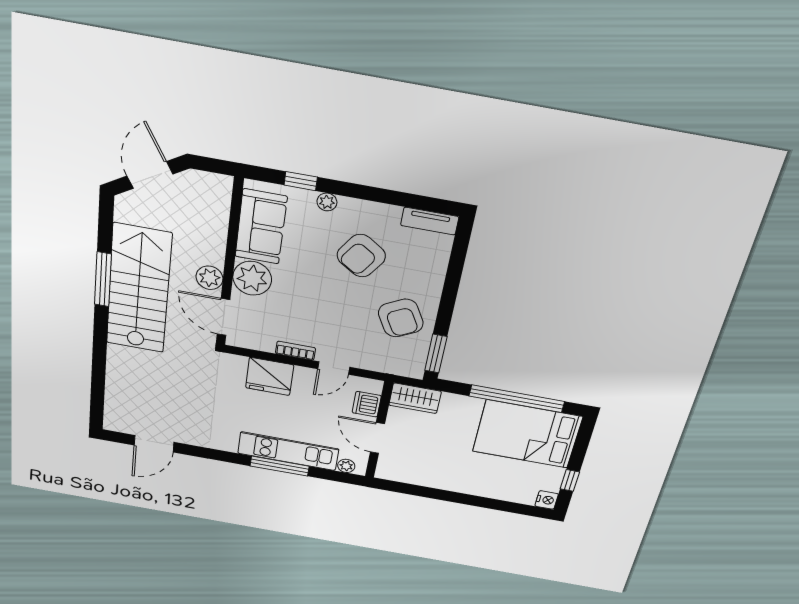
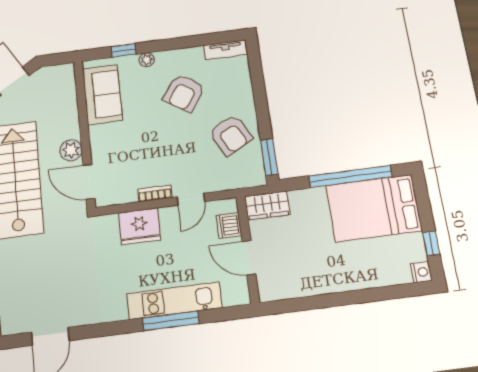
plant: (252, 278) -> (105, 139), removed
plant: (346, 466) -> (231, 299), removed

